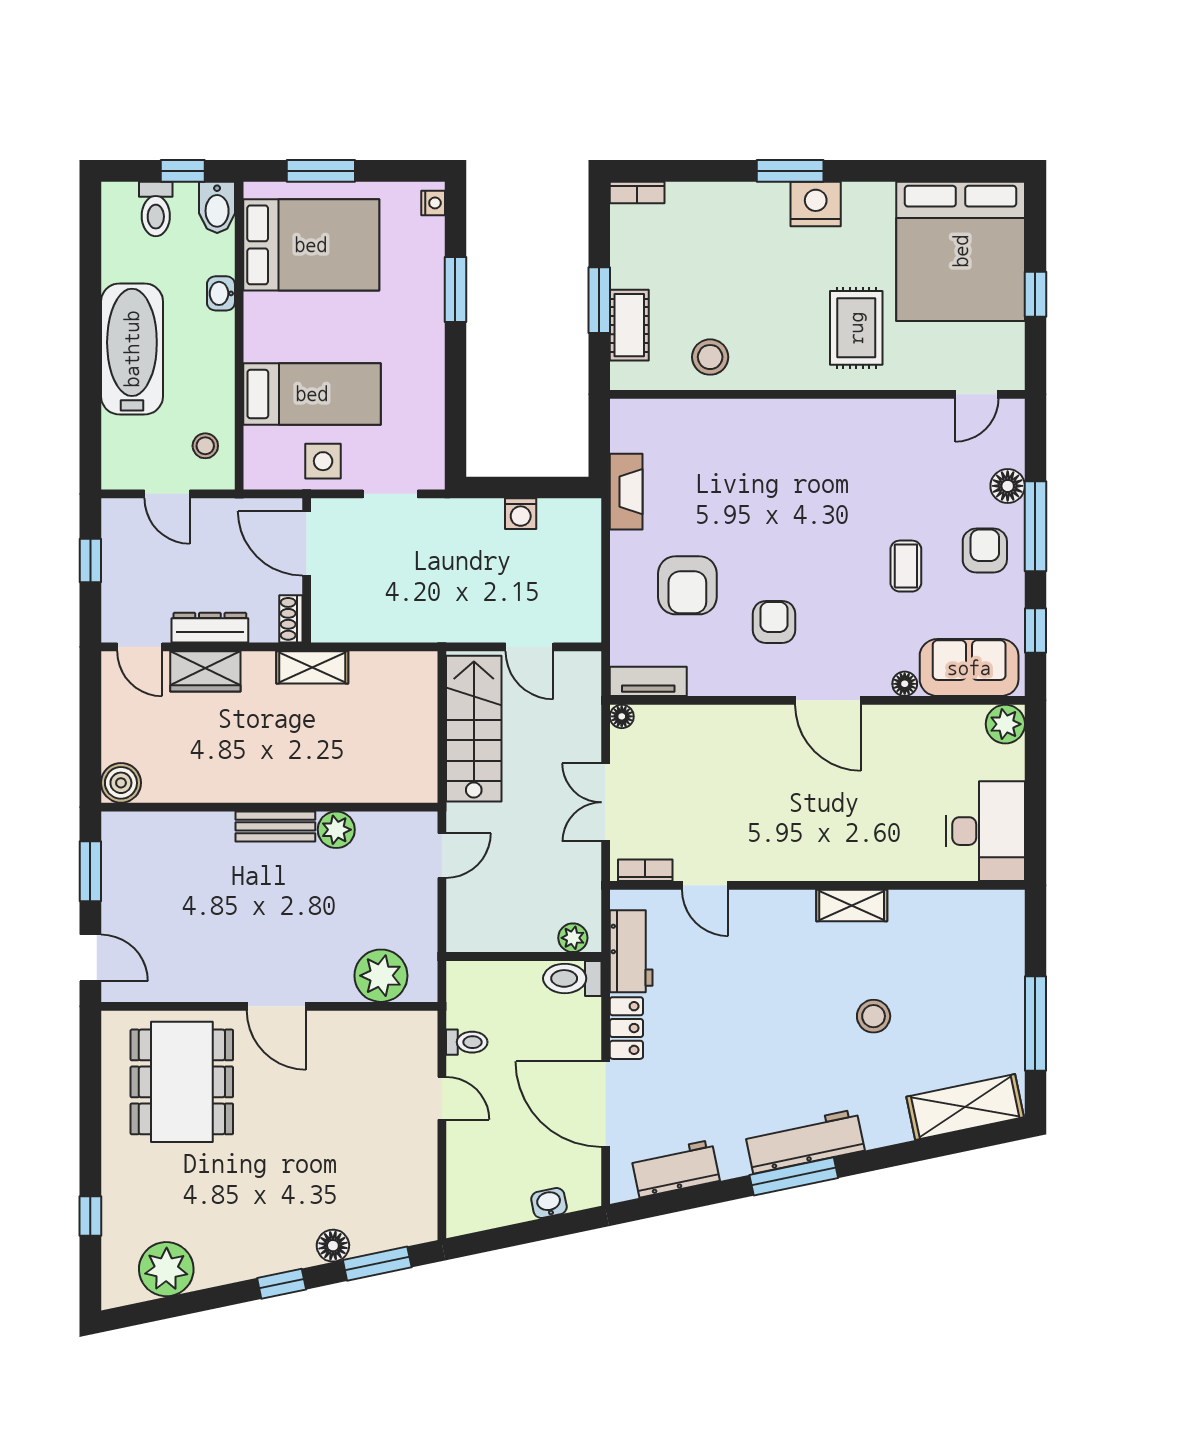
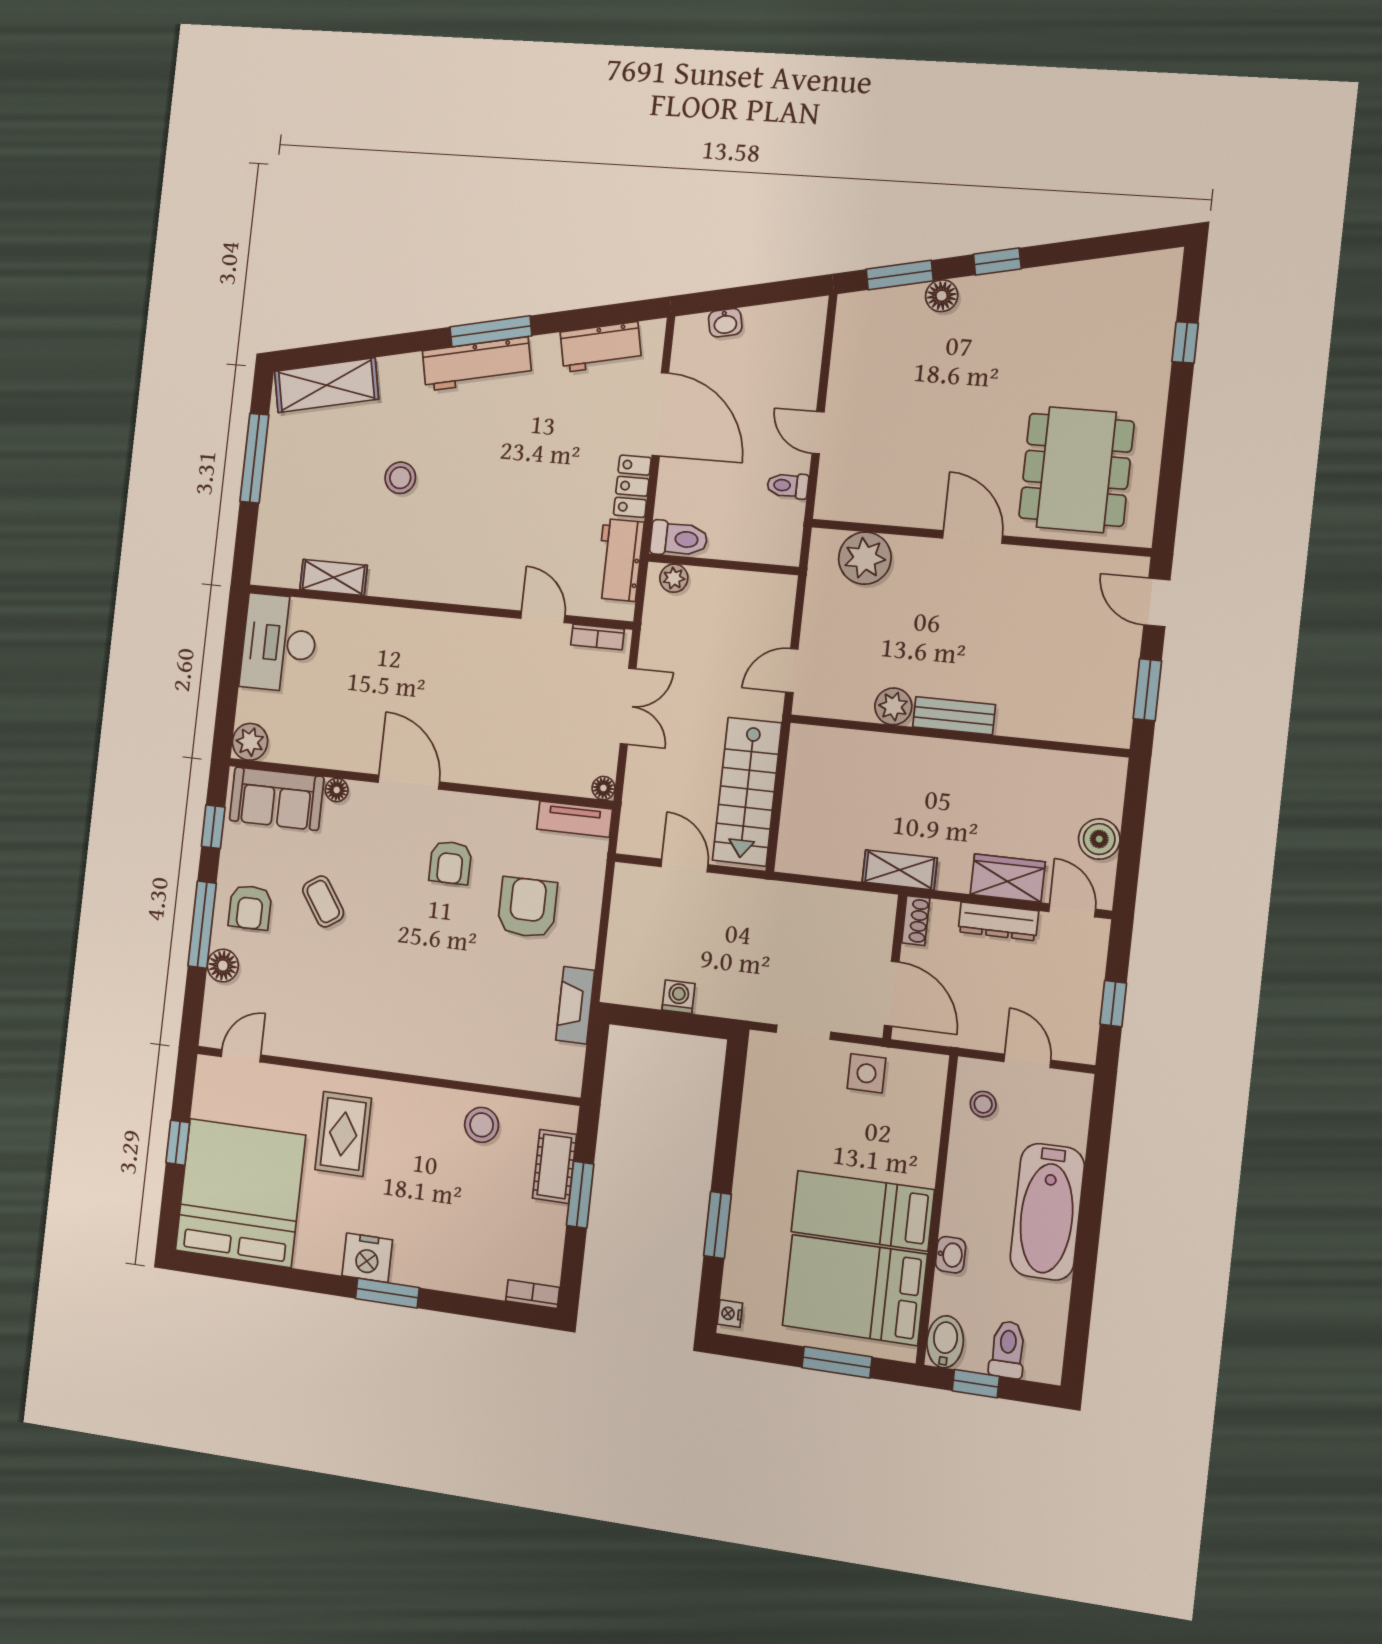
bed: (312, 394) -> (863, 1211), moved
coffee table: (906, 566) -> (323, 901), turned -34
boiler: (121, 783) -> (1099, 839), moved
shelving: (852, 906) -> (334, 577), moved
plant: (166, 1269) -> (1113, 284), removed

